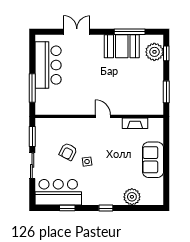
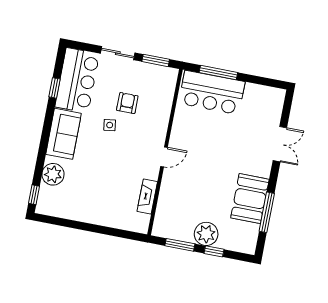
plant: (154, 52) -> (206, 234), moved
window: (166, 53) -> (214, 251), moved
bar counter: (48, 65) -> (212, 93), moved
armchair: (68, 152) -> (127, 103), turned 63
sofa: (153, 160) -> (64, 134), moved, turned 90
window: (106, 208) -> (34, 195), moved

